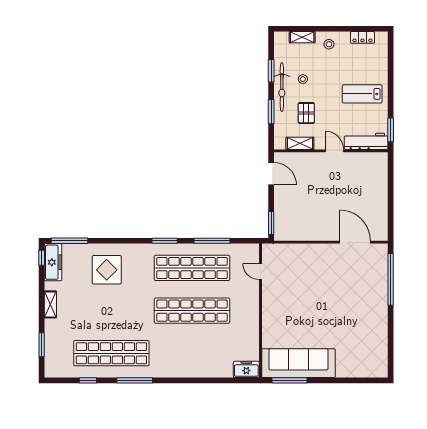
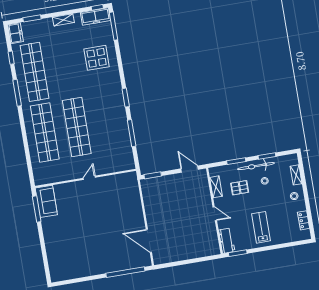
workbench: (366, 141) -> (227, 241), width x0.73
door: (334, 151) -> (215, 214), hinge flipped
door: (271, 174) -> (190, 169), swing flipped
door: (355, 242) -> (149, 241), swing flipped
shop shelf: (192, 268) -> (45, 132), moved
door: (260, 272) -> (89, 178), moved
sofa: (298, 363) -> (46, 201), width x0.54, depth x0.79
freezer: (246, 369) -> (15, 33), moved

